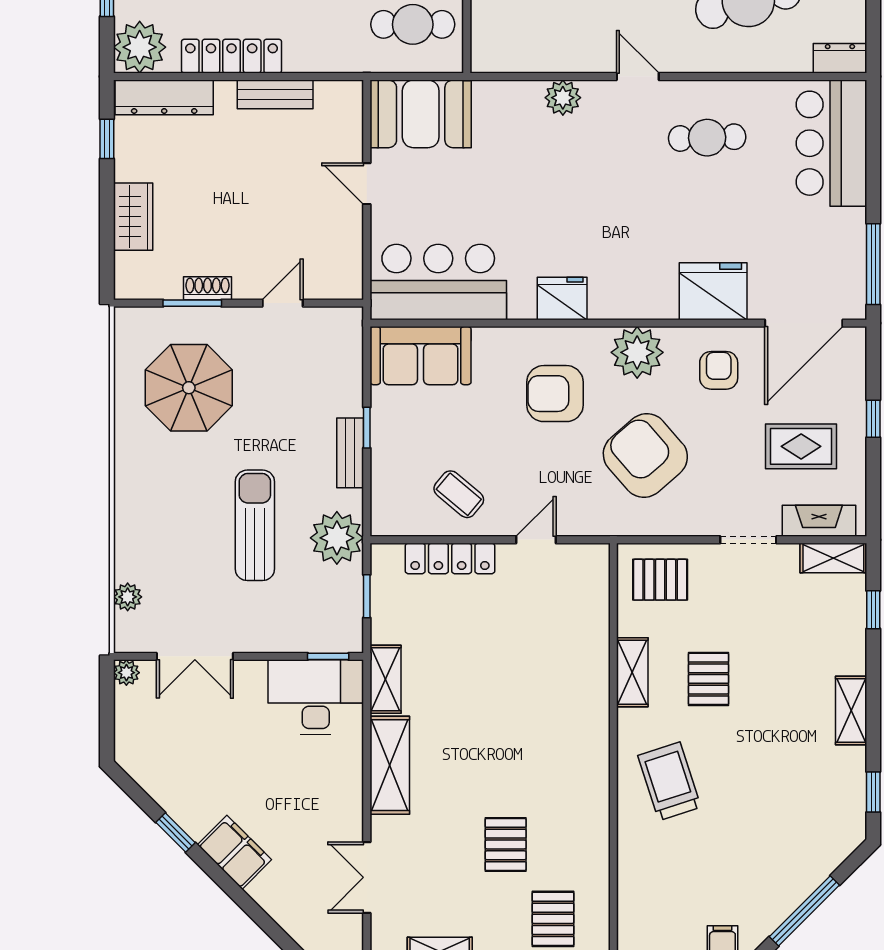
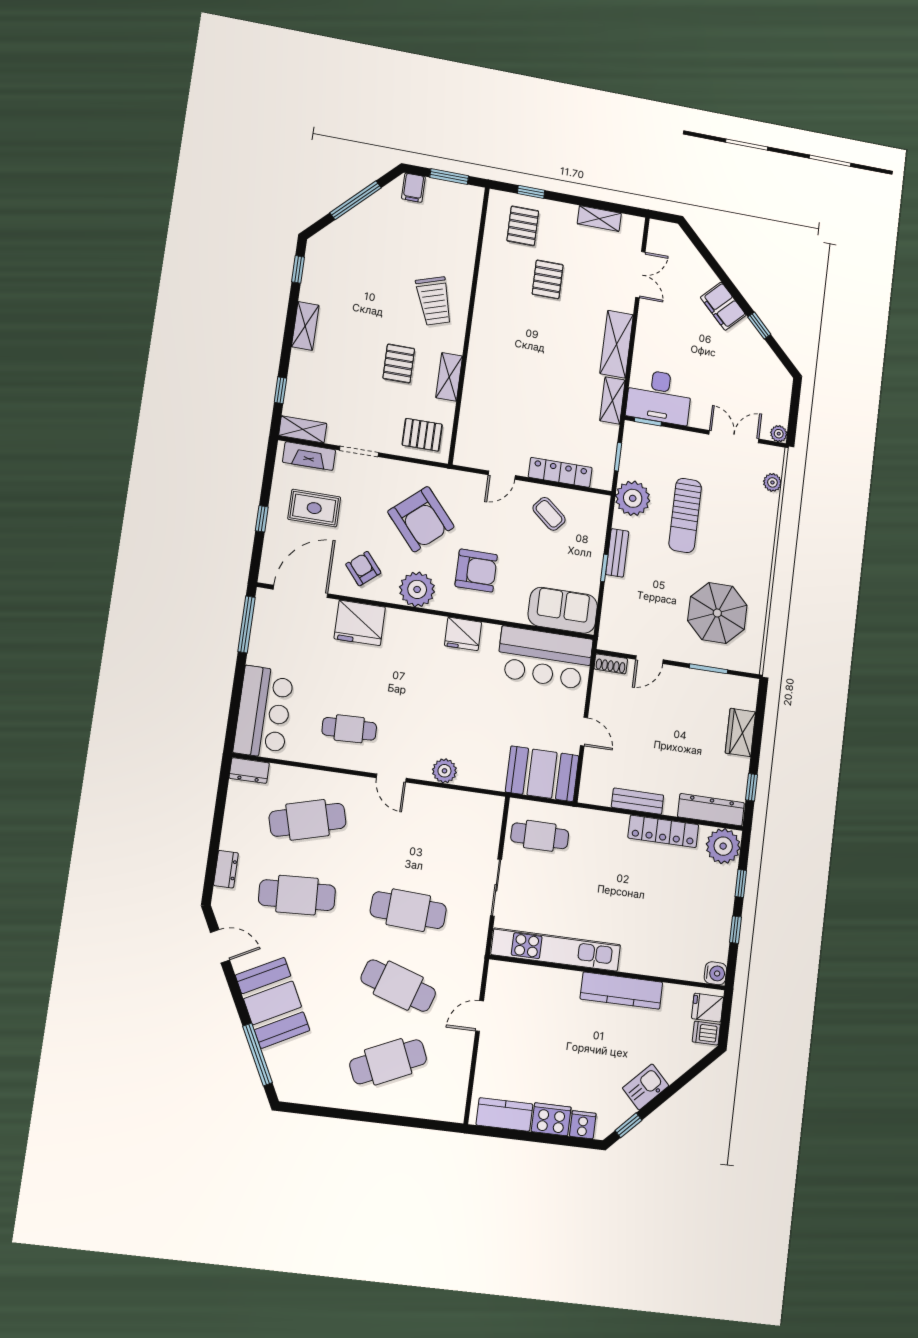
shoe rack: (208, 288) -> (611, 664), moved
armchair: (719, 370) -> (363, 569), turned 140

